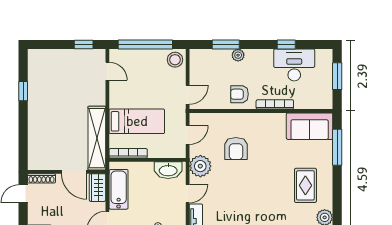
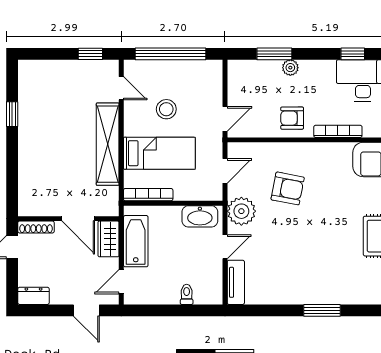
stool: (175, 60) -> (166, 109), moved
shelving: (97, 138) -> (108, 144), moved
armchair: (236, 149) -> (288, 188), turned -79

